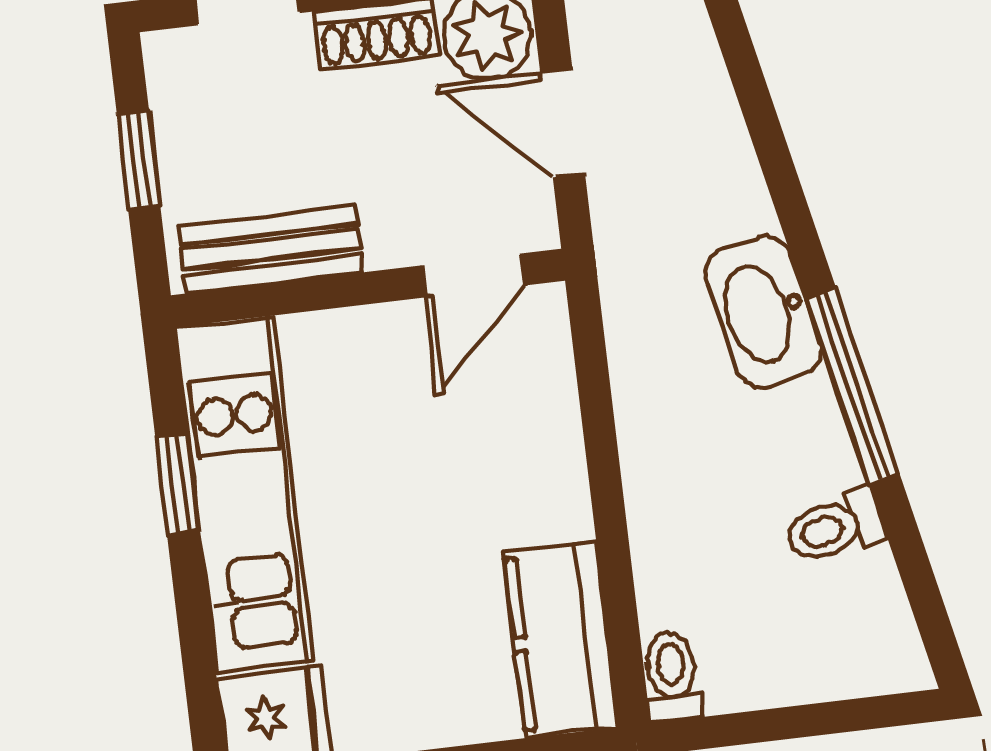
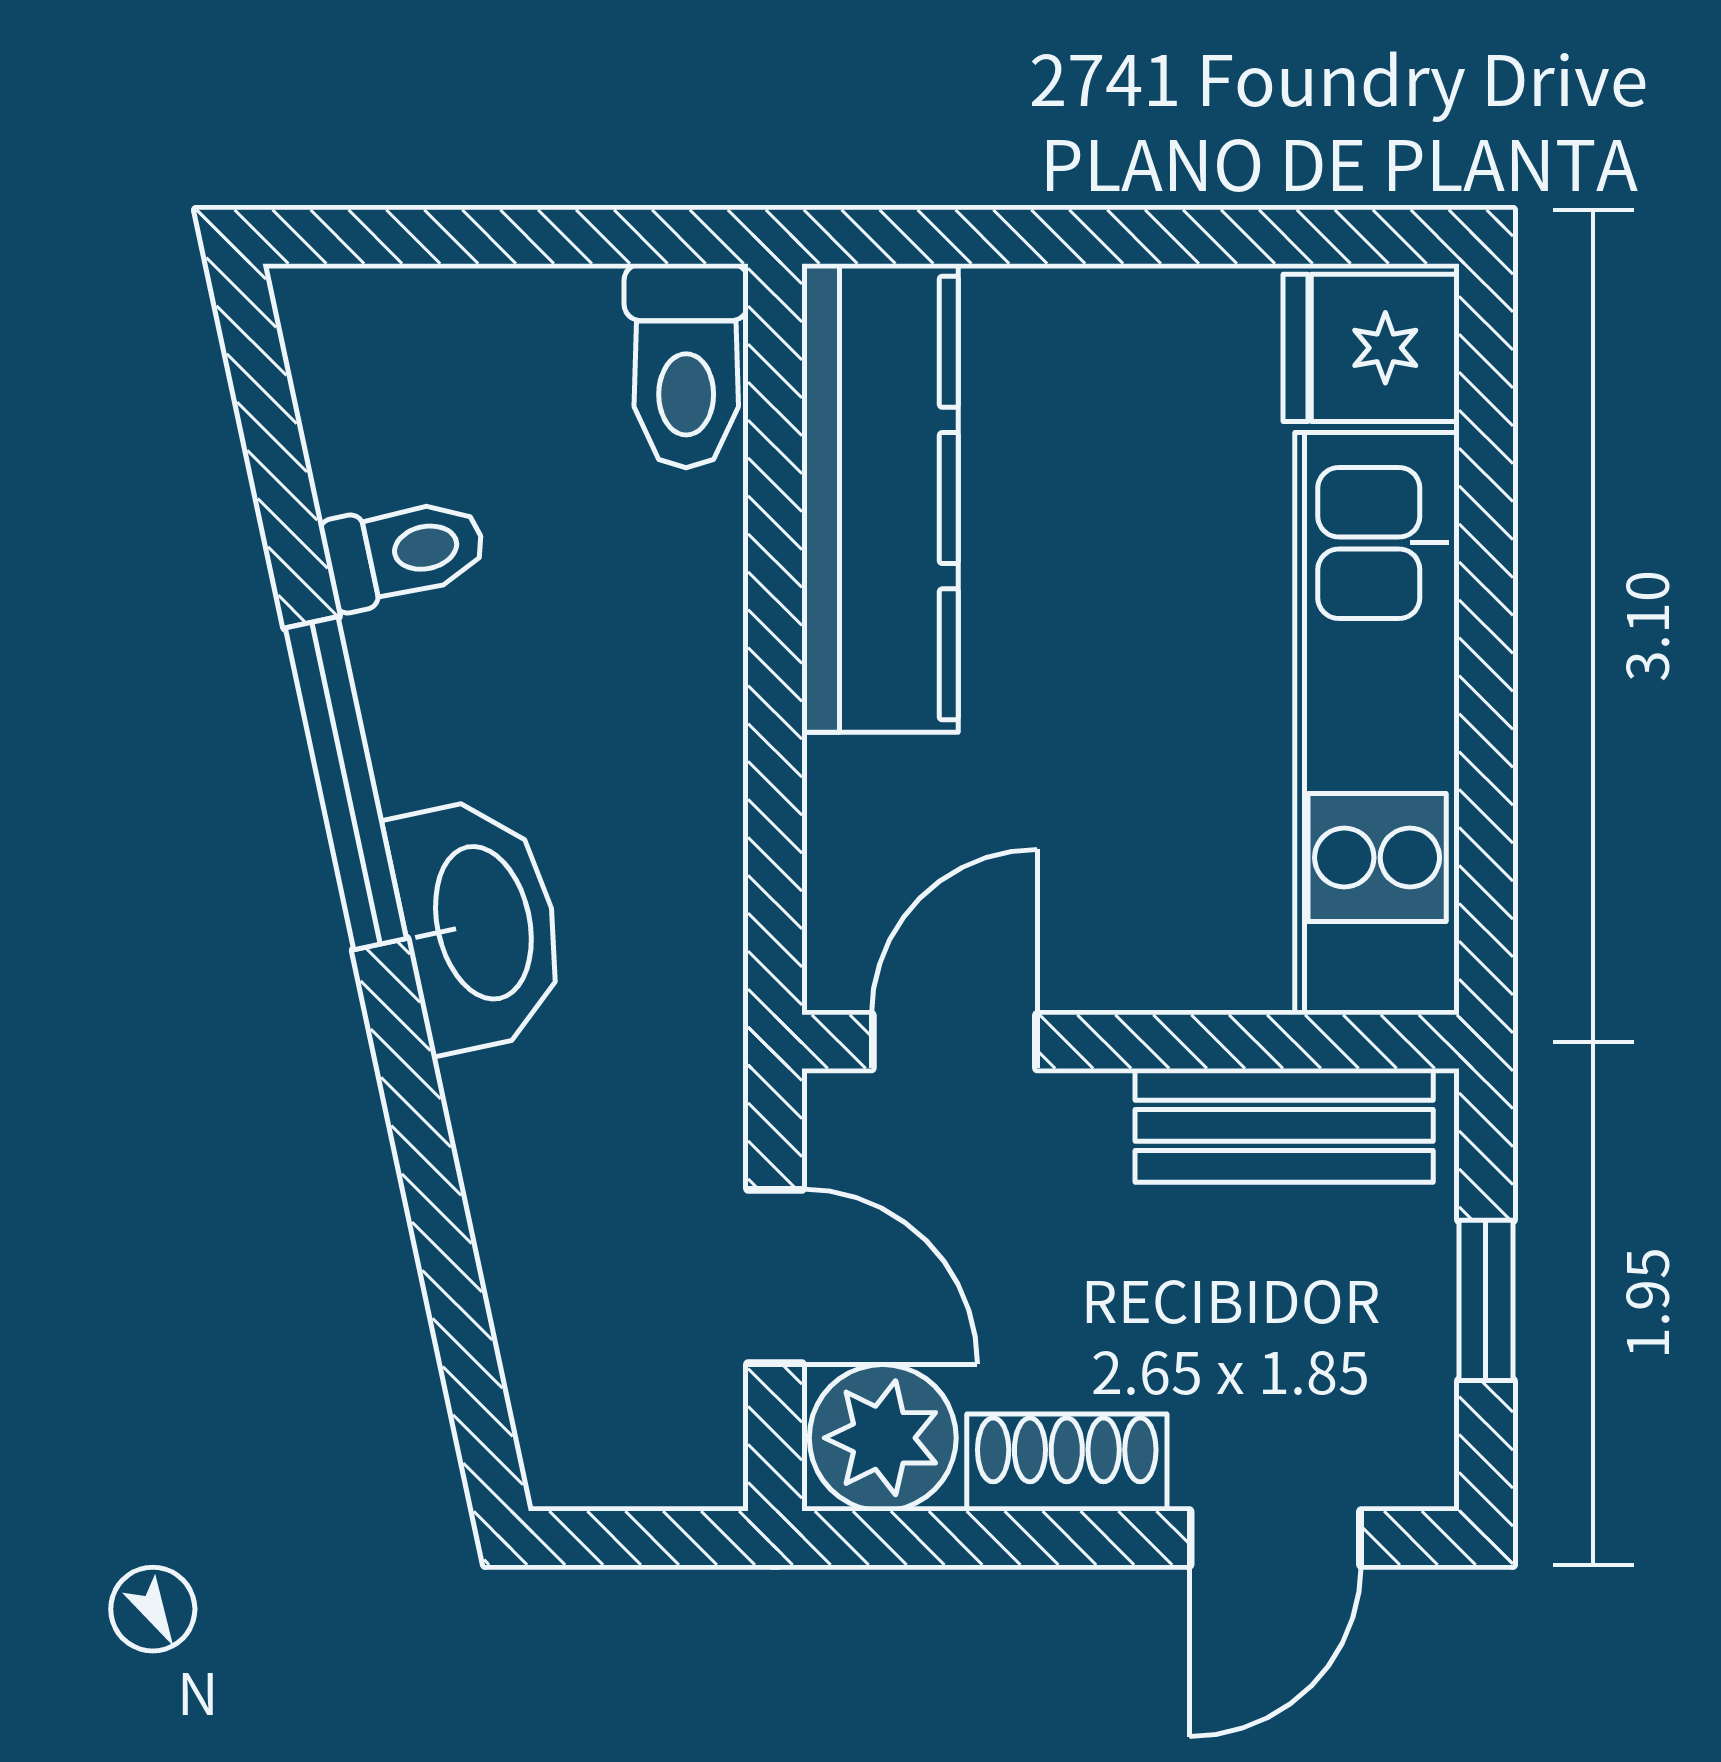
window: (177, 484) -> (1486, 754), removed
kitchen counter: (561, 640) -> (880, 498), width x1.50
toilet: (672, 676) -> (686, 366), width x1.37, depth x1.39

